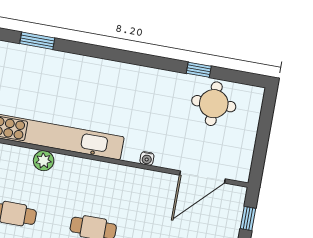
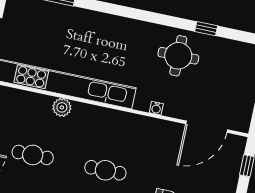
round table: (214, 104) -> (178, 56), moved

